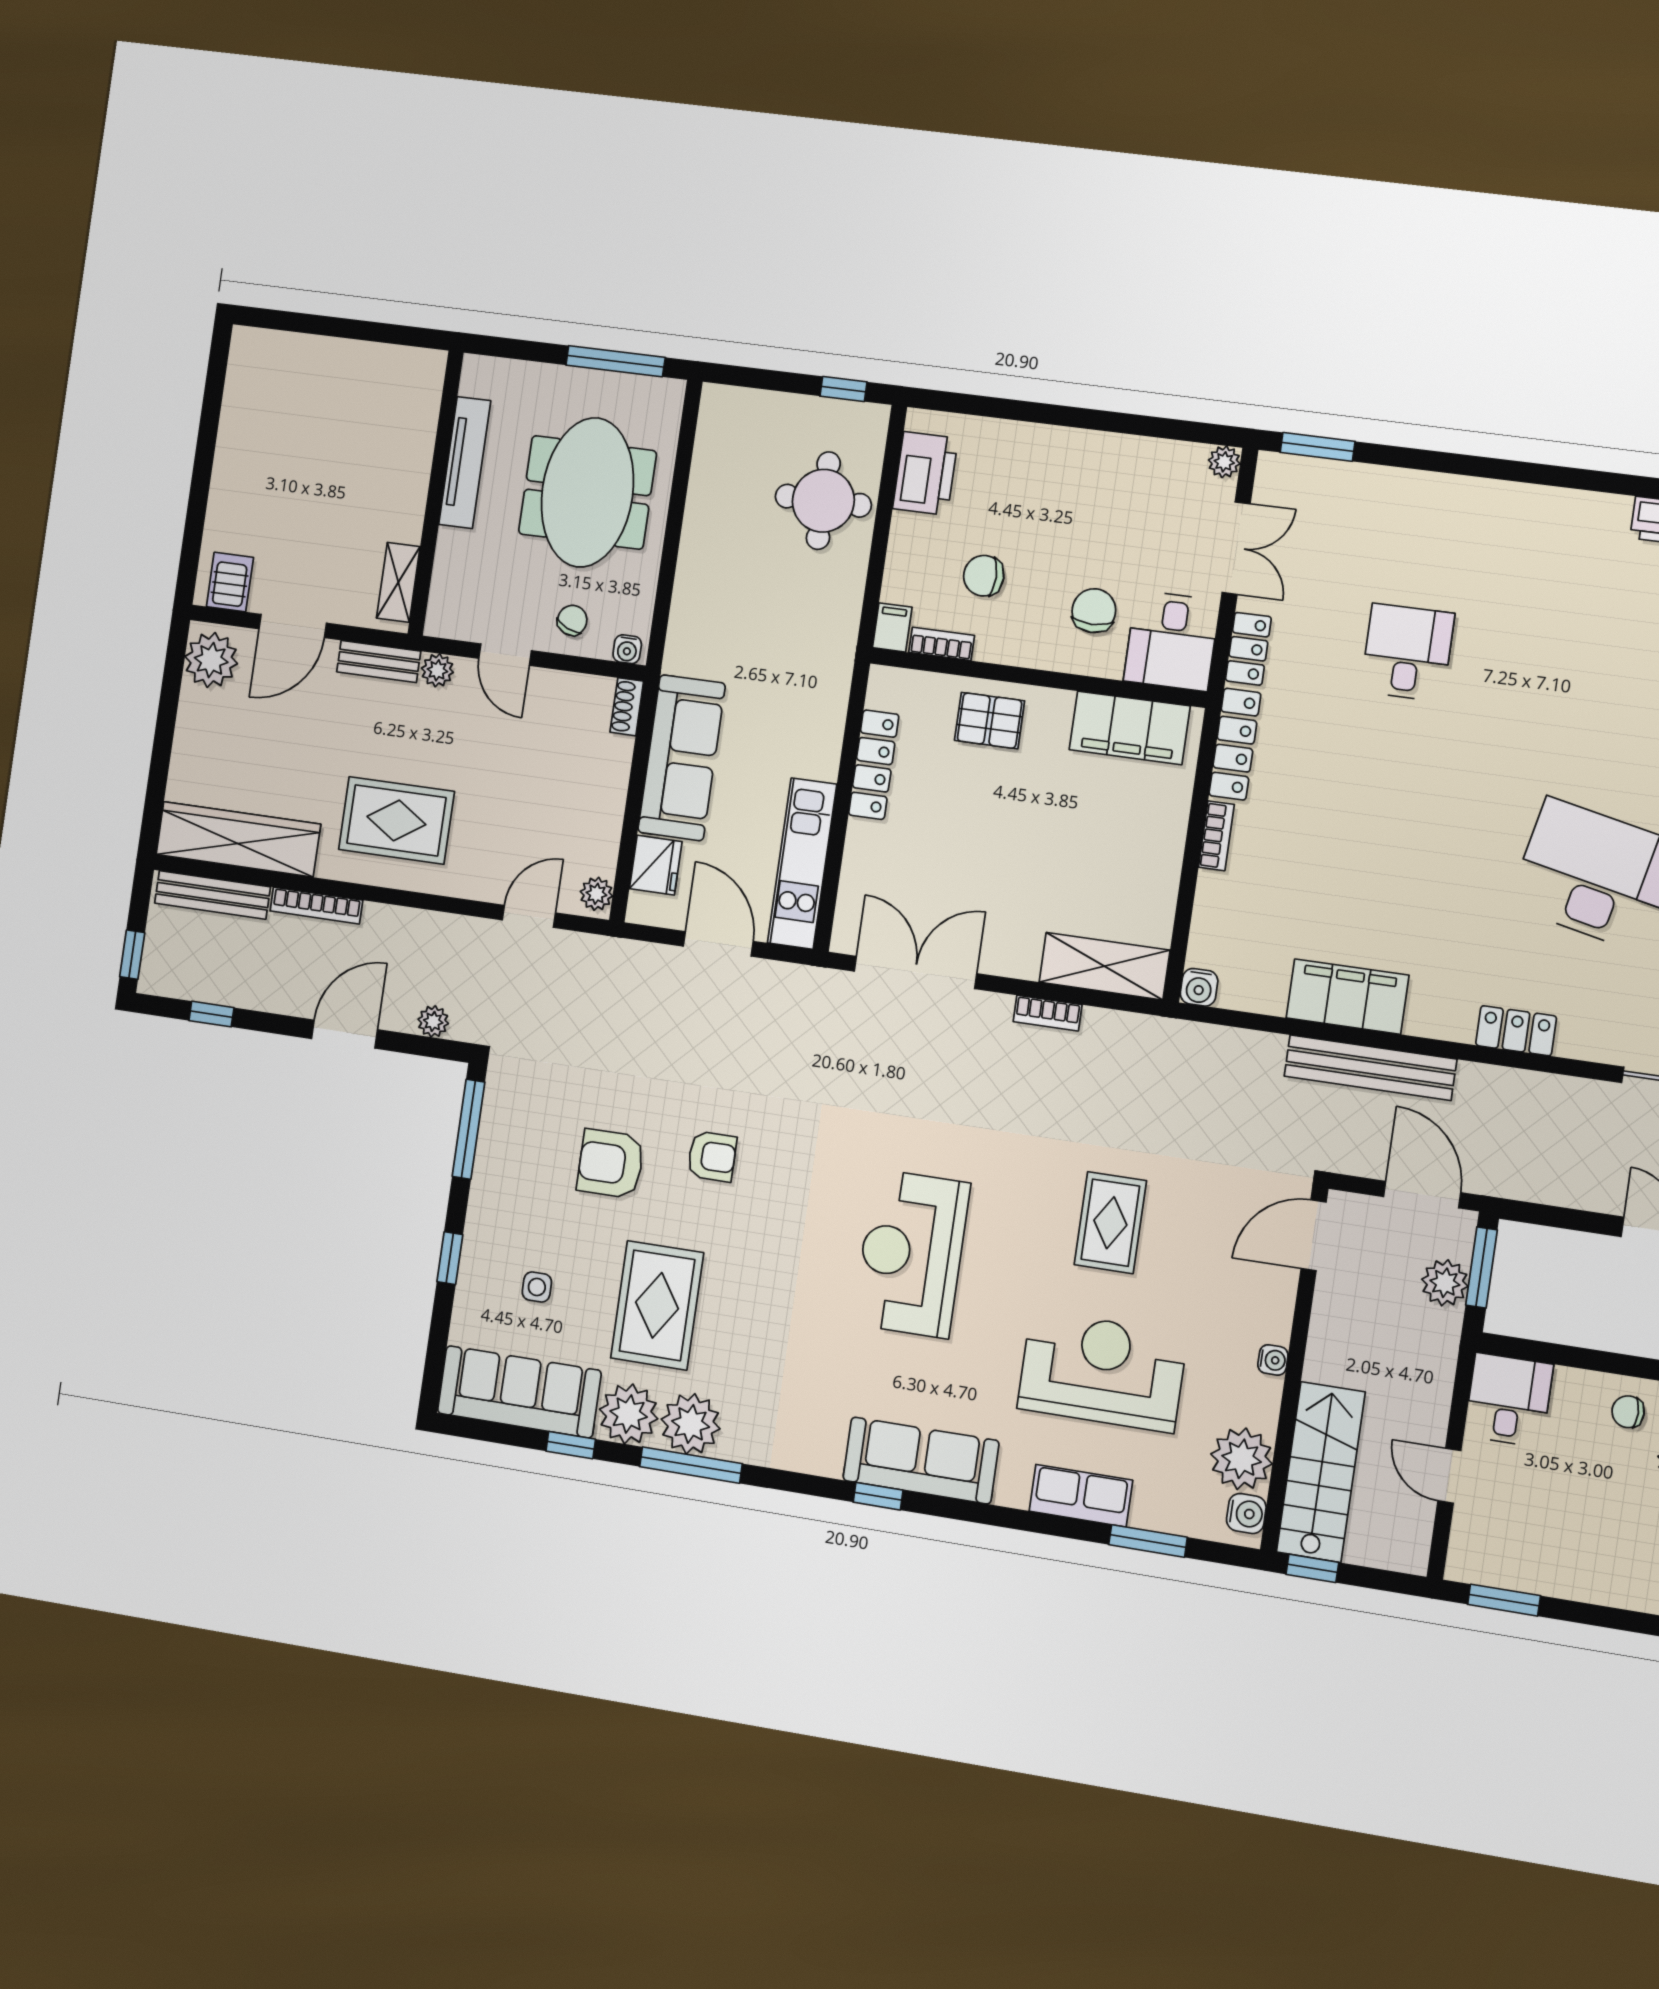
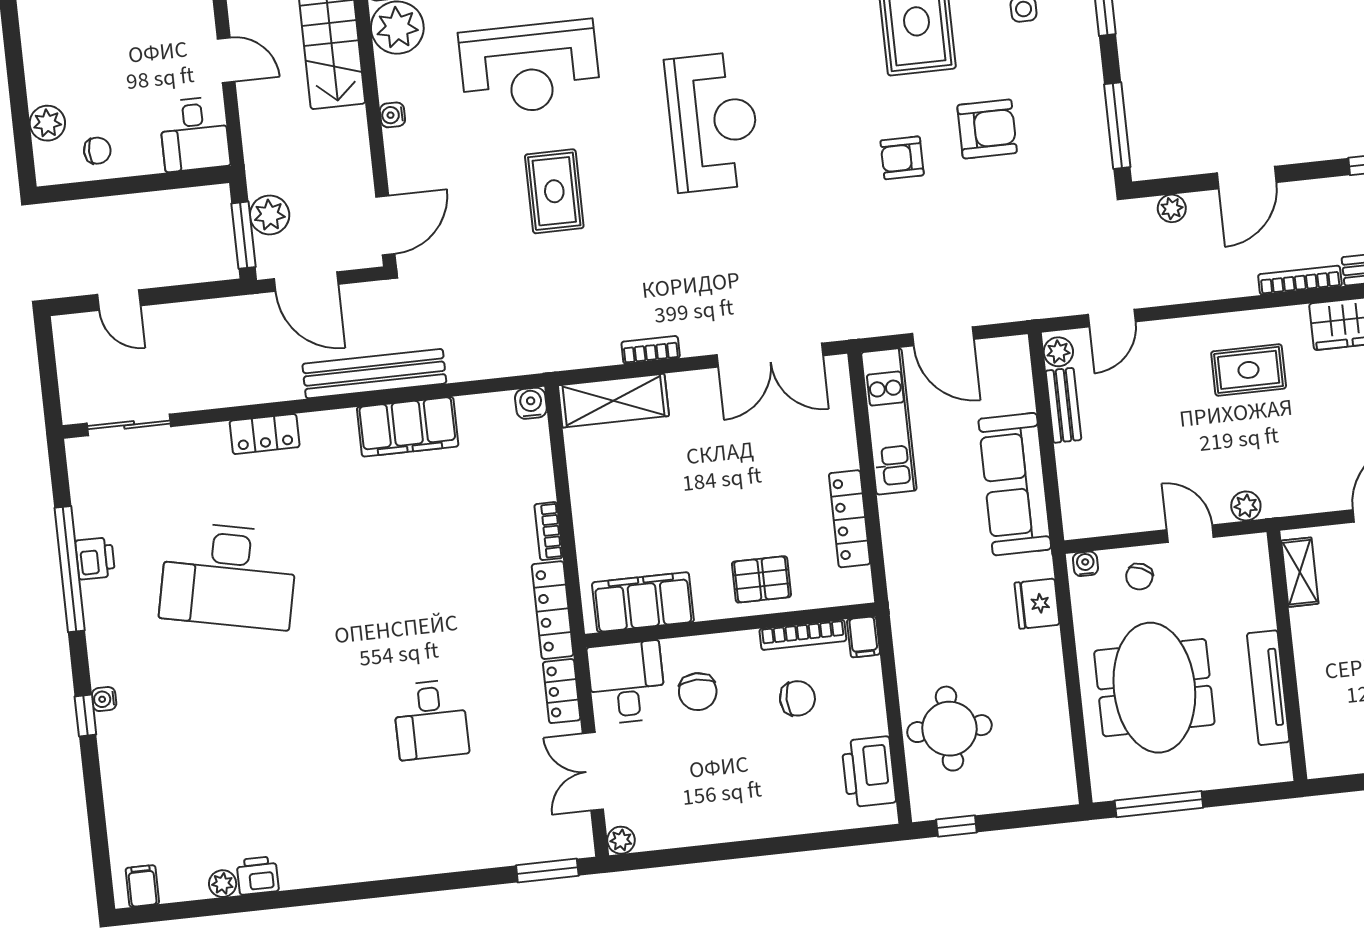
bookcase: (942, 644) -> (803, 635), width x1.56
bench: (379, 662) -> (1063, 405), moved, turned 90
shoe rack: (627, 707) -> (1073, 515), removed
rug: (396, 820) -> (1249, 370), width x0.73, depth x0.70
fridge: (656, 865) -> (1037, 604), moved

